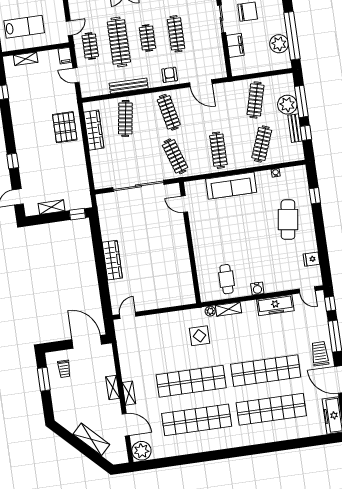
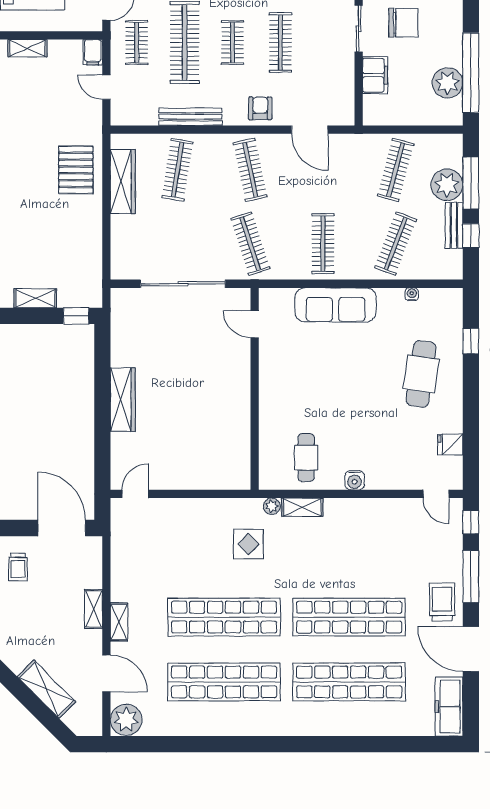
freezer: (275, 305) -> (380, 512), removed

